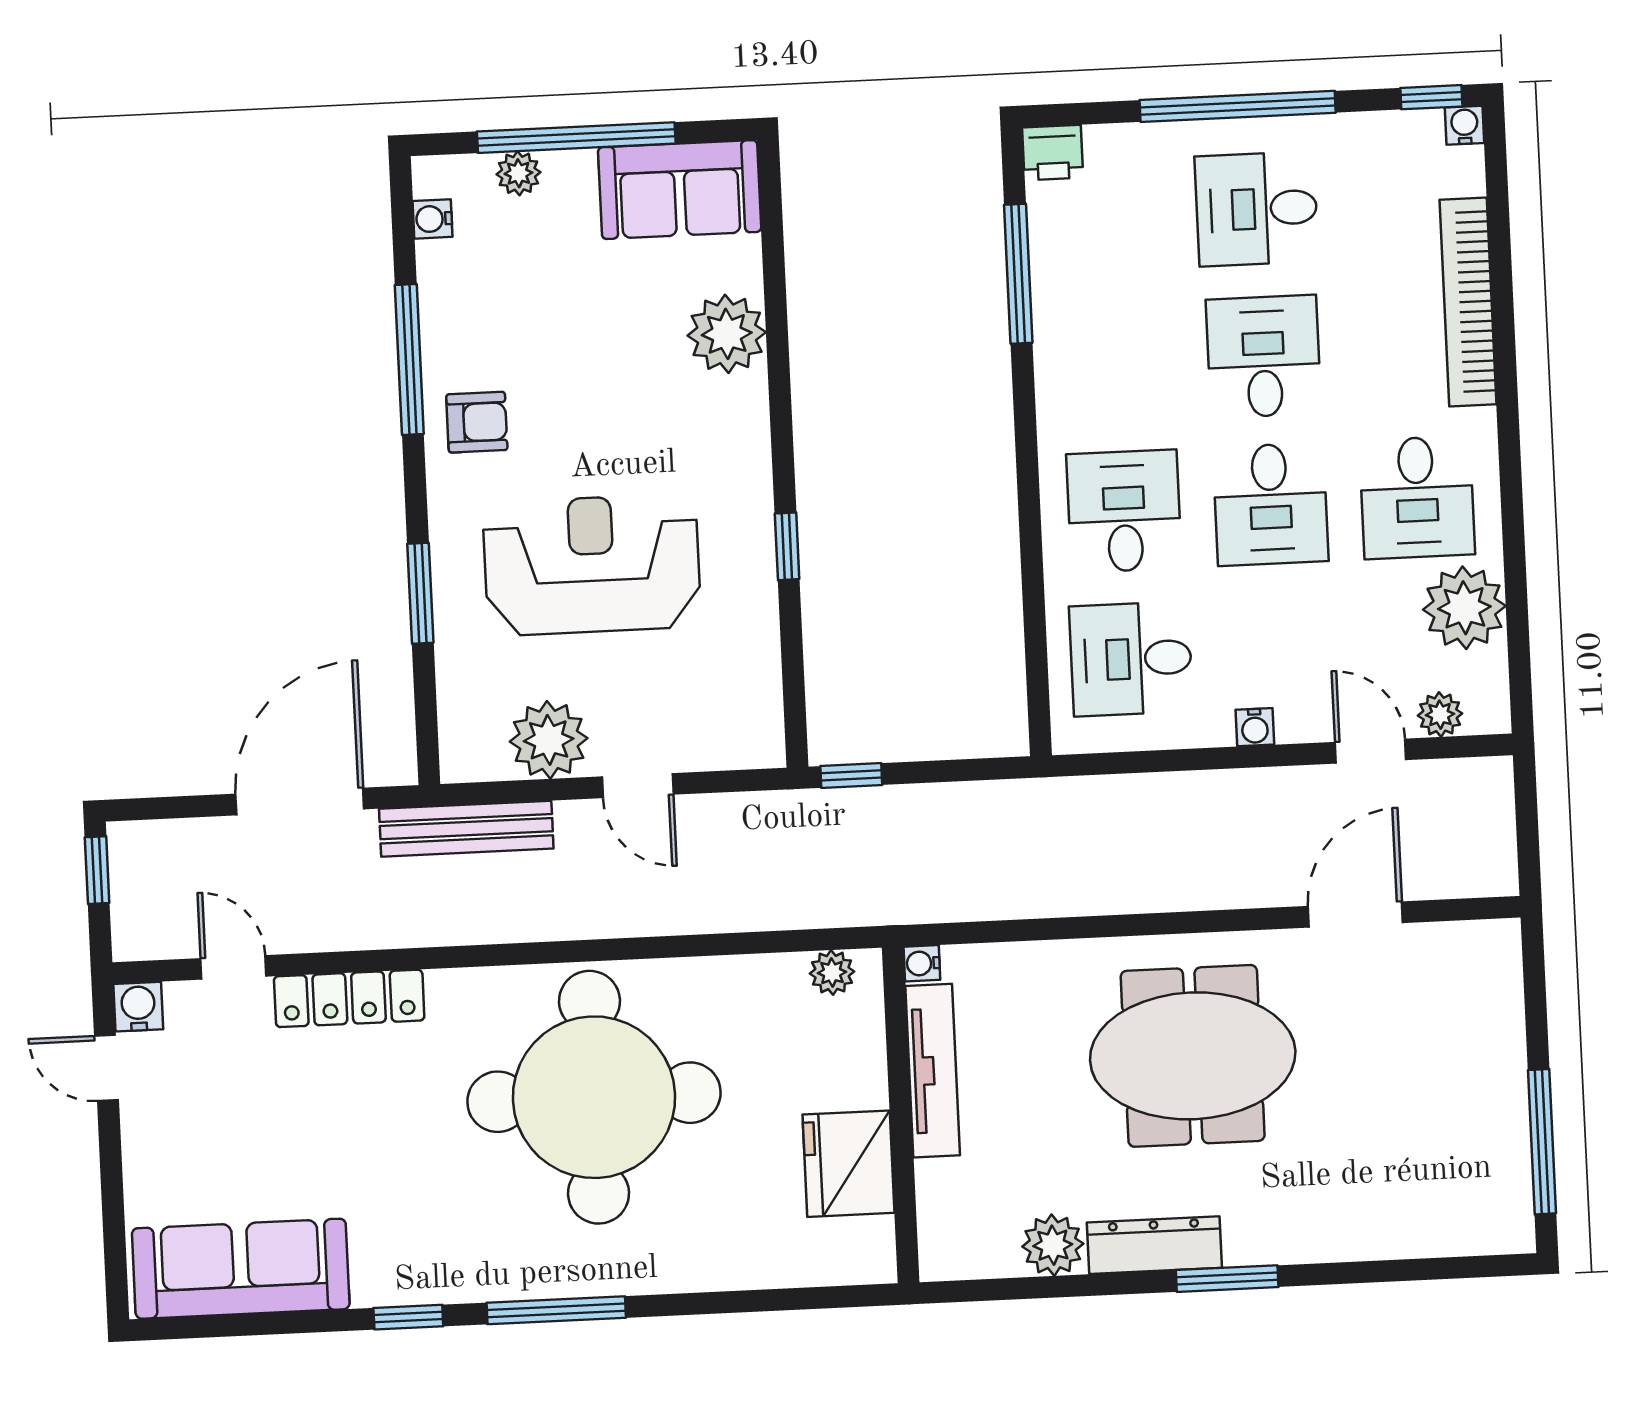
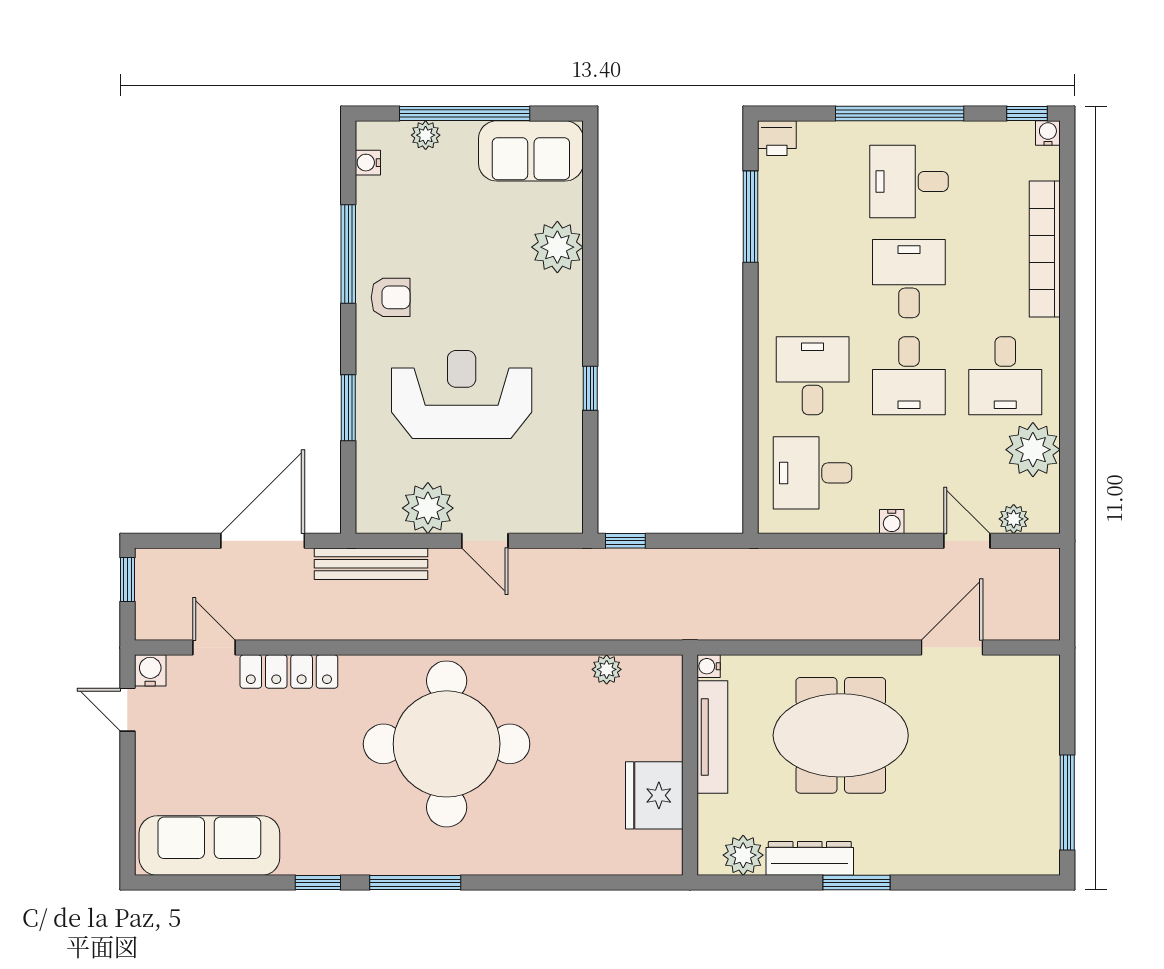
water cooler: (922, 963) -> (709, 666), moved
tv unit: (933, 1071) -> (712, 737), moved
wall: (901, 1115) -> (690, 765), moved
fridge: (848, 1164) -> (654, 795), moved

